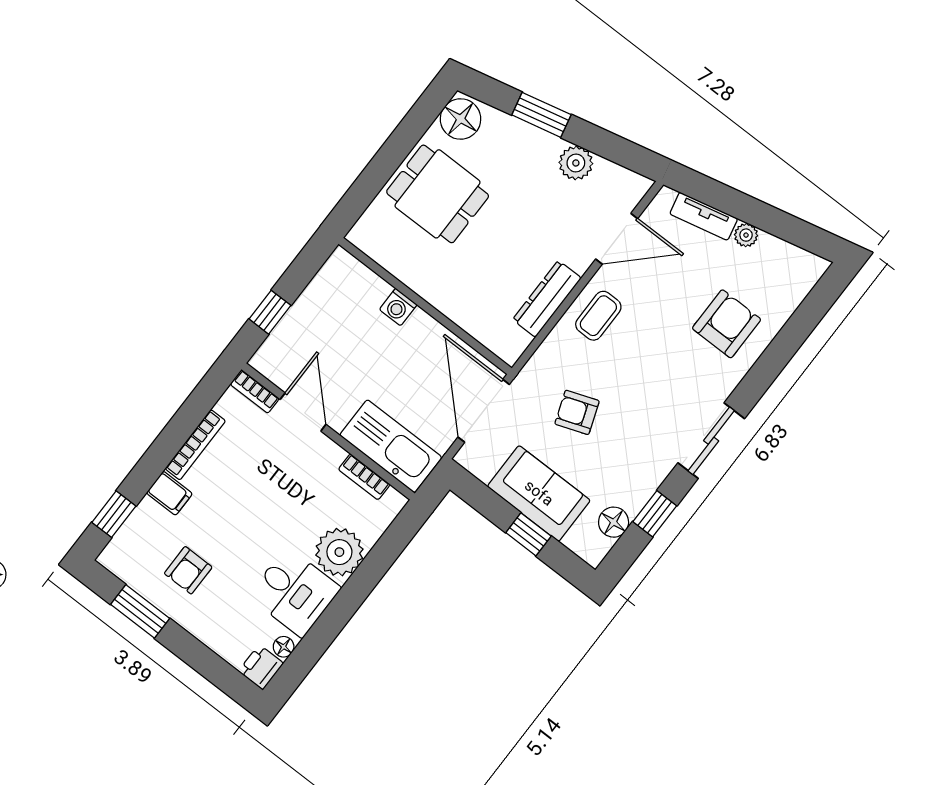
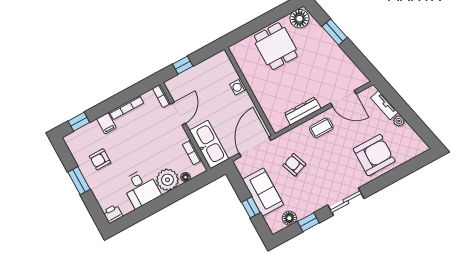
plant: (576, 163) -> (340, 59), removed
armchair: (727, 324) -> (374, 155), width x1.36, depth x1.36
window: (140, 611) -> (79, 181), moved
floor lamp: (284, 647) -> (185, 177), moved

